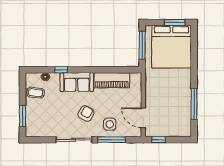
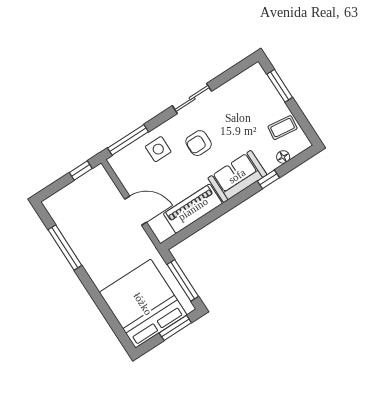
window: (175, 22) -> (175, 328), moved
armchair: (86, 113) -> (199, 143), turned 61
door: (143, 118) -> (136, 211), moved
sliding door: (74, 140) -> (192, 98), width x0.73
window: (112, 140) -> (128, 140), moved

